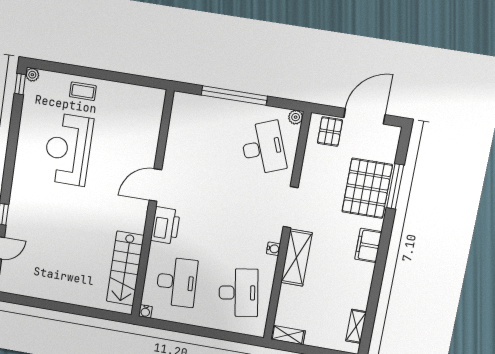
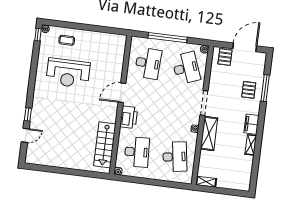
coffee table: (83, 91) -> (67, 40), moved
desk: (200, 138) -> (148, 63), added
reception desk: (68, 149) -> (68, 73), turned -90
pallet: (367, 188) -> (249, 90), width x0.49, depth x0.50
shelving: (356, 326) -> (251, 145), moved

